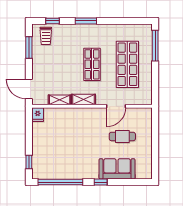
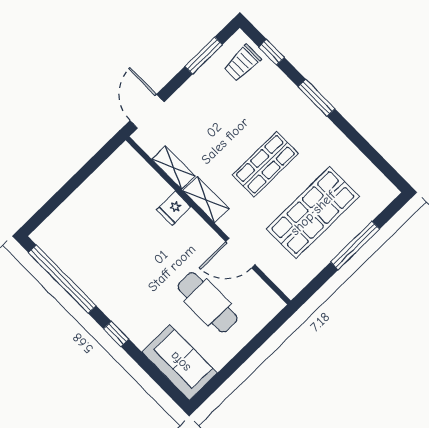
window: (155, 46) -> (355, 246), moved
fridge: (38, 115) -> (174, 208), moved
cafe table: (122, 136) -> (207, 302), width x1.37, depth x1.35
window: (29, 162) -> (47, 209), removed
sofa: (117, 169) -> (180, 362), moved

